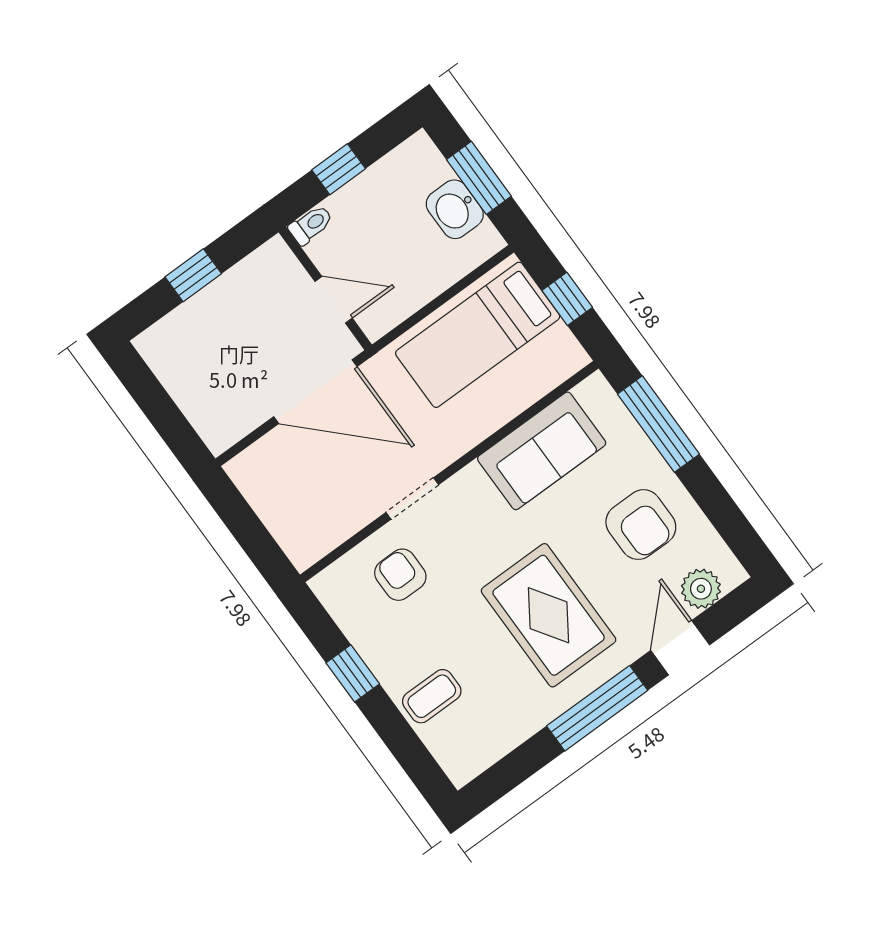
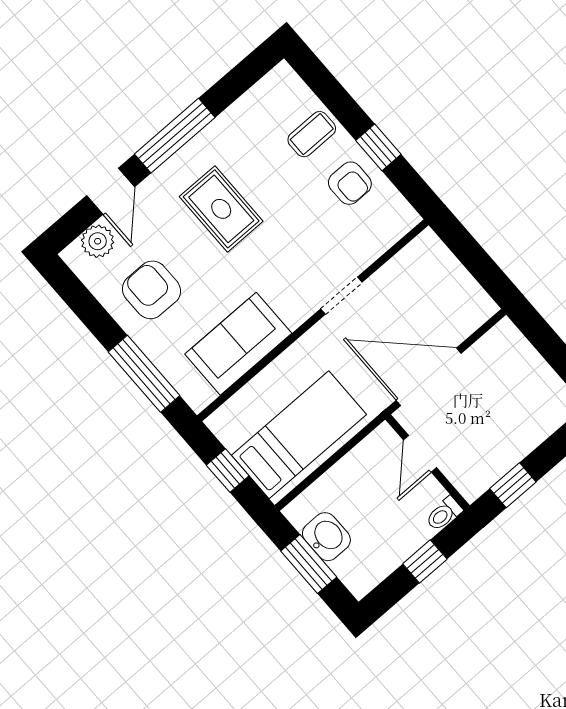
window: (193, 275) -> (513, 485), moved
door: (334, 300) -> (420, 454), hinge flipped
armchair: (400, 575) -> (350, 183), moved
rug: (549, 615) -> (221, 209), width x0.73, depth x0.70

